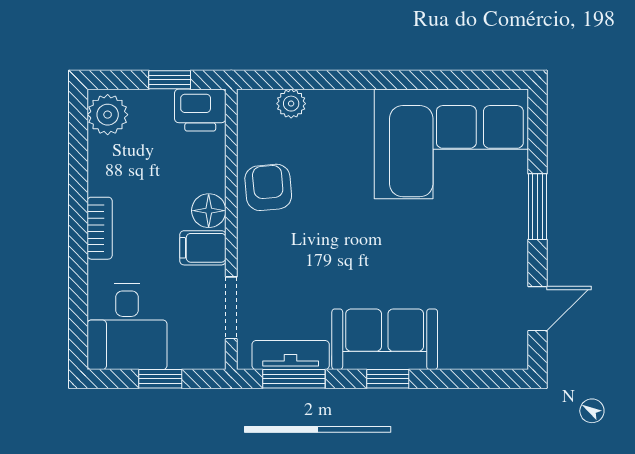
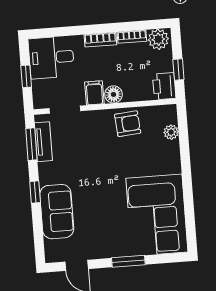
bookcase: (98, 166) -> (132, 37), added
sofa: (385, 339) -> (57, 212), moved

